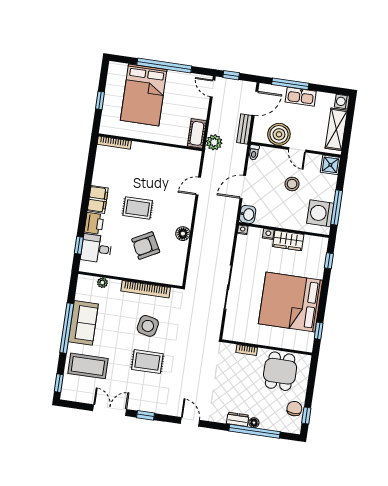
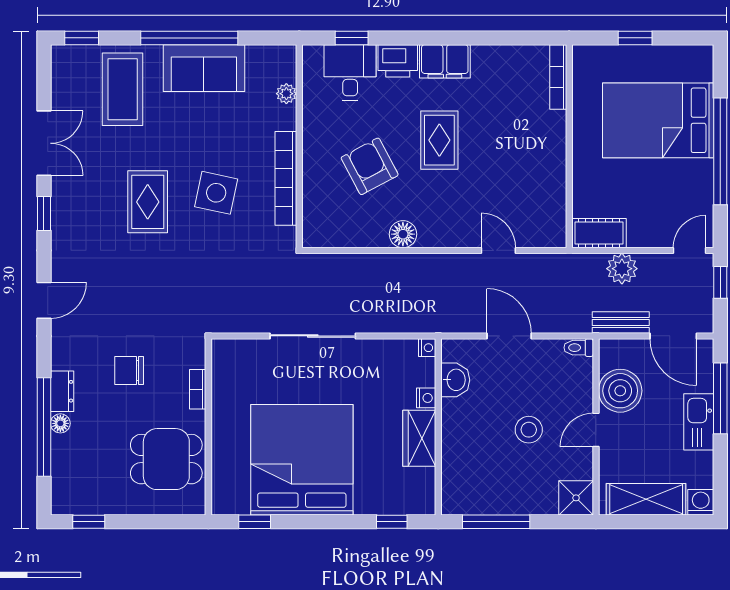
plant: (214, 142) -> (622, 269), moved
washing machine: (320, 213) -> (481, 492), removed
washbasin: (248, 214) -> (455, 380), moved, turned -90
chair: (294, 409) -> (129, 371), moved, turned 180

